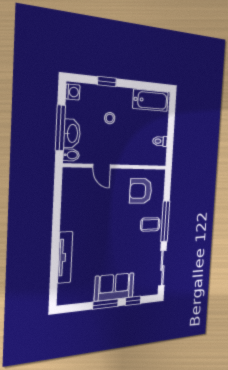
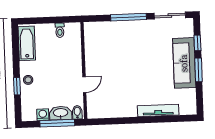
washing machine: (73, 92) -> (43, 115), moved
stool: (110, 118) -> (28, 80), moved
armchair: (141, 191) -> (103, 45), removed
coffee table: (150, 224) -> (131, 32), removed
sofa: (114, 287) -> (184, 63), width x1.36

